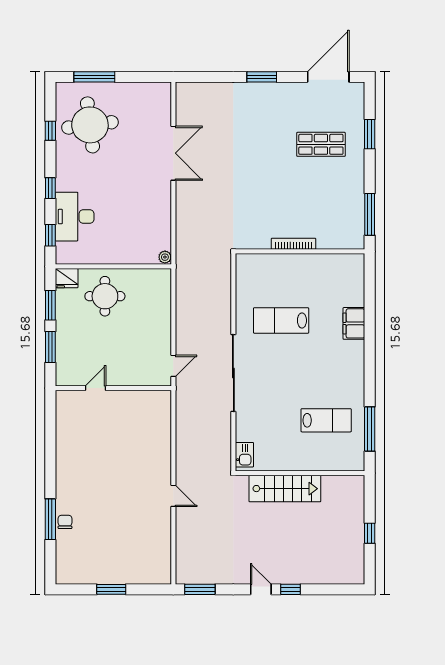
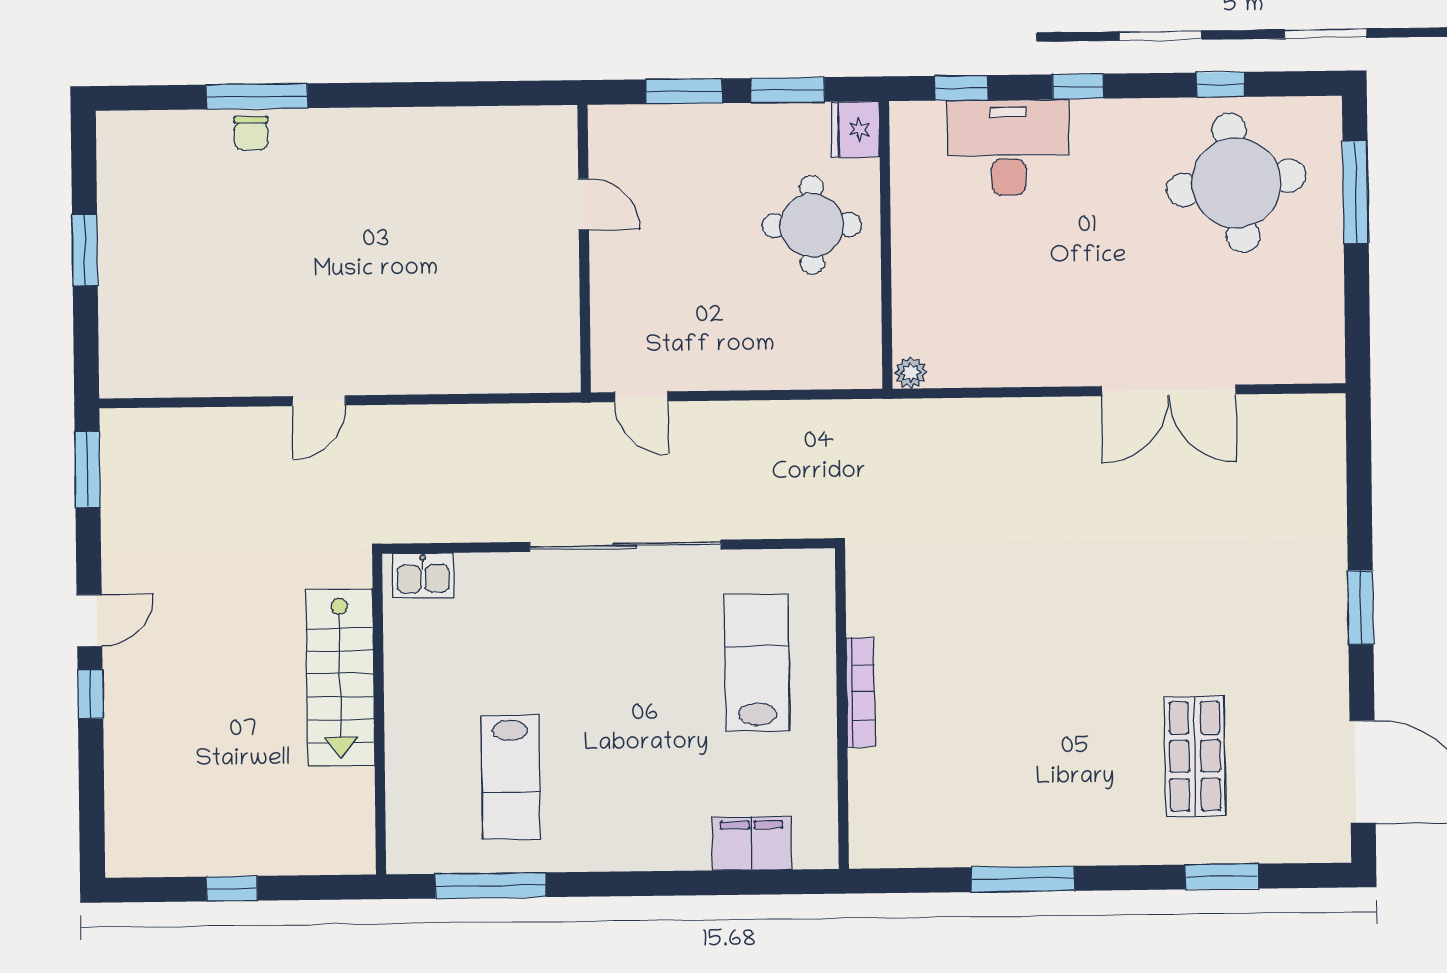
bookcase: (294, 244) -> (861, 692), moved
wall: (300, 251) -> (842, 708), moved
chair: (65, 522) -> (251, 133), turned 90

